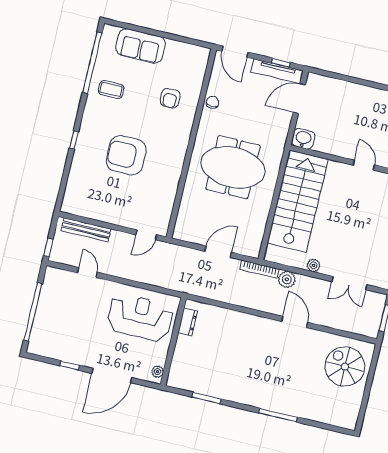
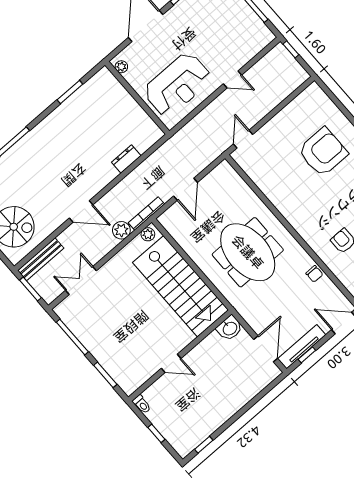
armchair: (126, 155) -> (323, 152), moved
meeting table: (233, 167) -> (248, 252), turned 90
bench: (86, 230) -> (41, 259), moved
plant: (314, 265) -> (148, 234), moved
door: (87, 272) -> (232, 79), moved
dresser: (188, 322) -> (126, 159), moved, turned 90

